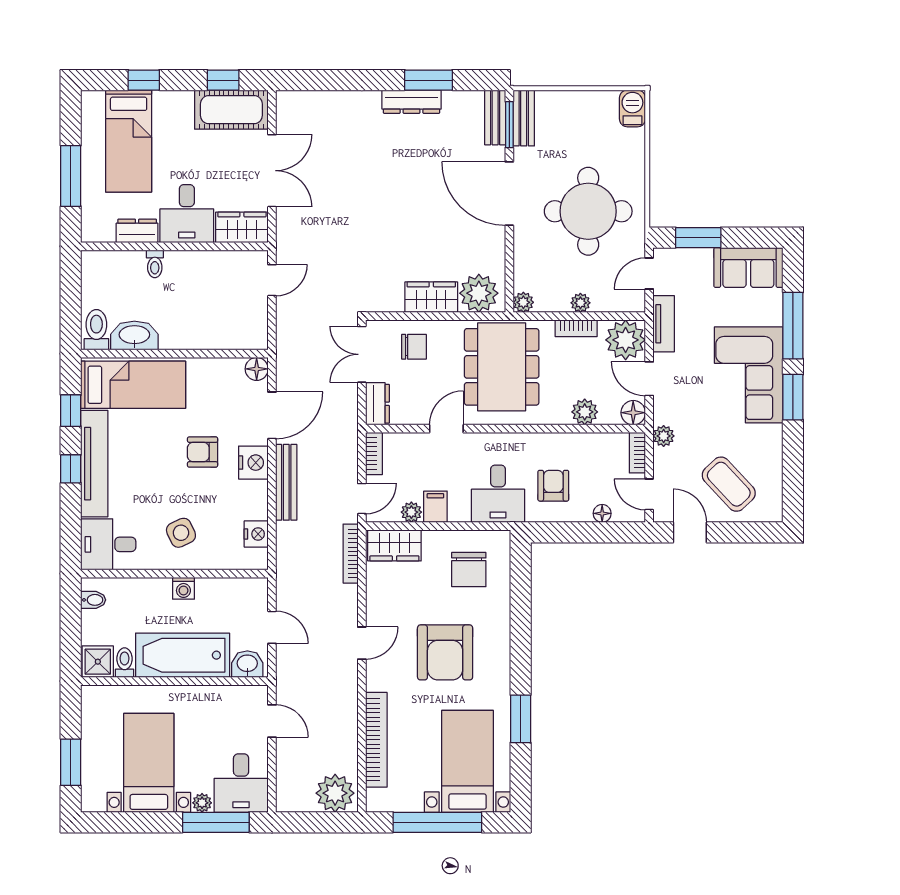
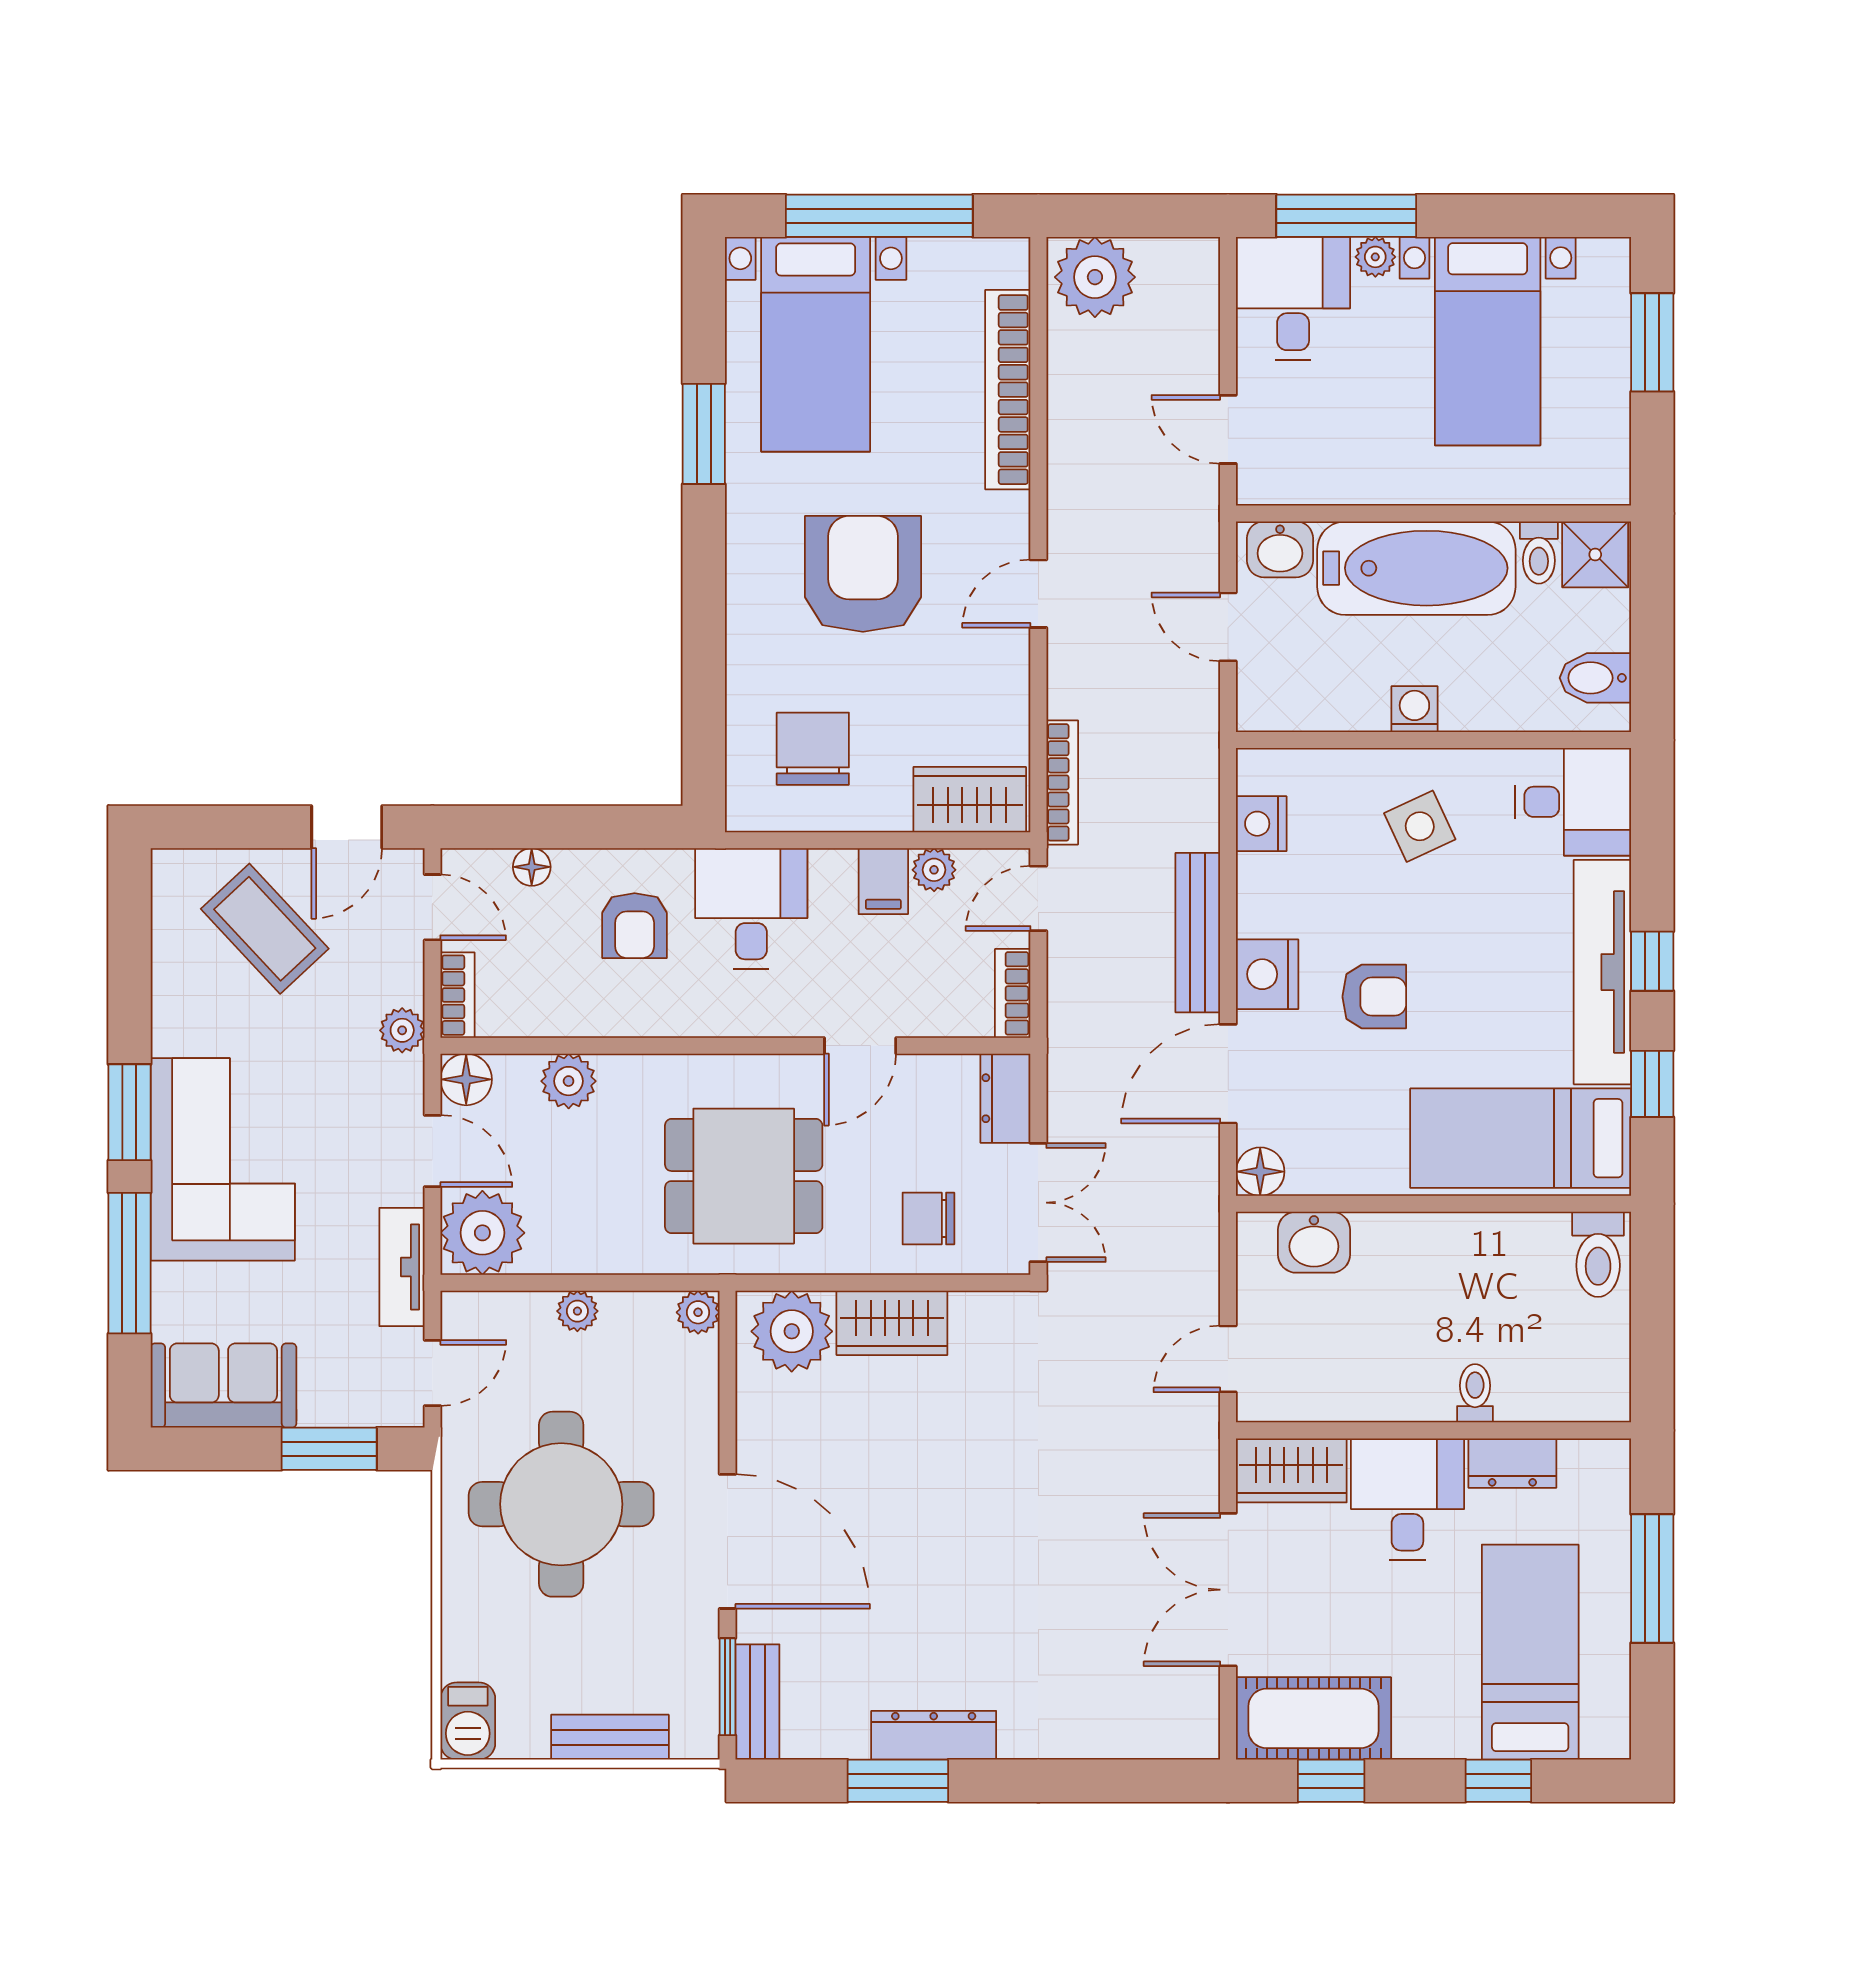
bench: (524, 118) -> (610, 1737), moved, turned 90
bookcase: (576, 328) -> (587, 1257), removed
washbasin: (134, 335) -> (1314, 1242), moved, width x0.72
dining table: (502, 367) -> (744, 1176), width x0.73
door: (690, 532) -> (347, 827), hinge flipped
bidet: (93, 600) -> (1595, 678), width x1.38, depth x1.36

